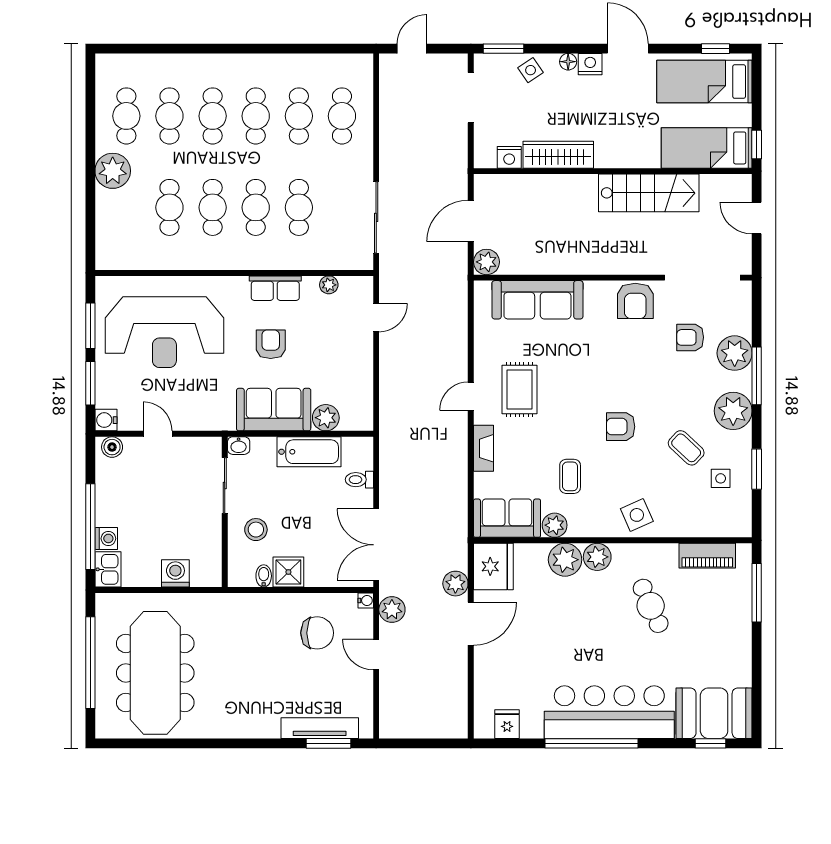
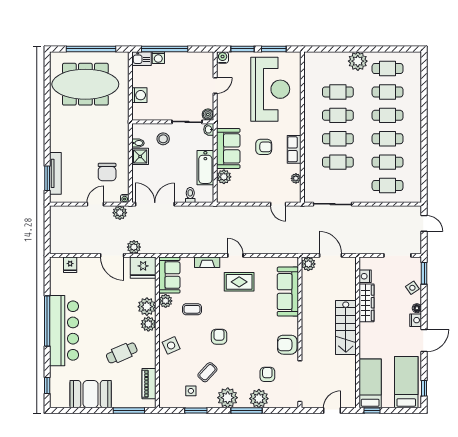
stairs: (649, 193) -> (346, 327), moved
reception desk: (164, 332) -> (270, 89), turned 180
boiler: (112, 447) -> (208, 114), moved
booth: (714, 713) -> (91, 394), moved, turned 90
fridge: (507, 724) -> (70, 265), moved, turned 90

